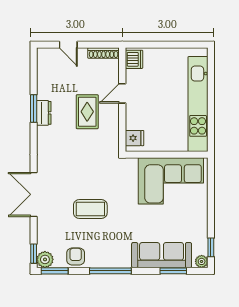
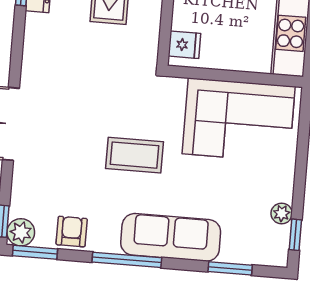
coffee table: (90, 209) -> (134, 155), moved
sofa: (162, 255) -> (171, 237), moved
plant: (202, 261) -> (282, 213), moved

